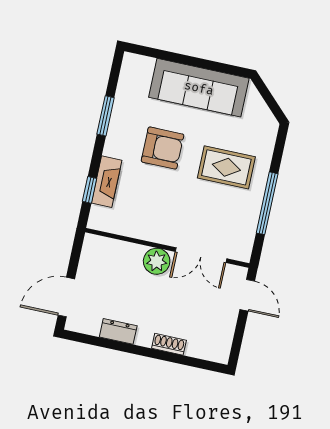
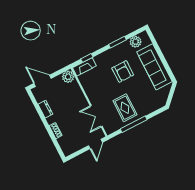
plant: (130, 85) -> (136, 42), added
rug: (226, 167) -> (125, 108), moved
fireplace: (107, 182) -> (84, 67), moved
plant: (157, 261) -> (68, 77), moved

